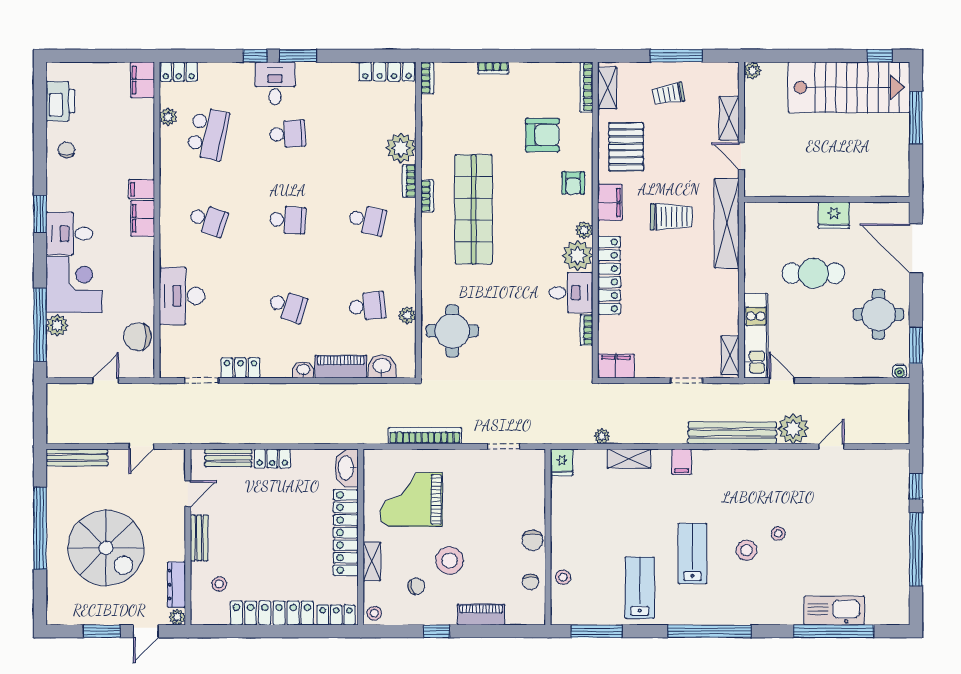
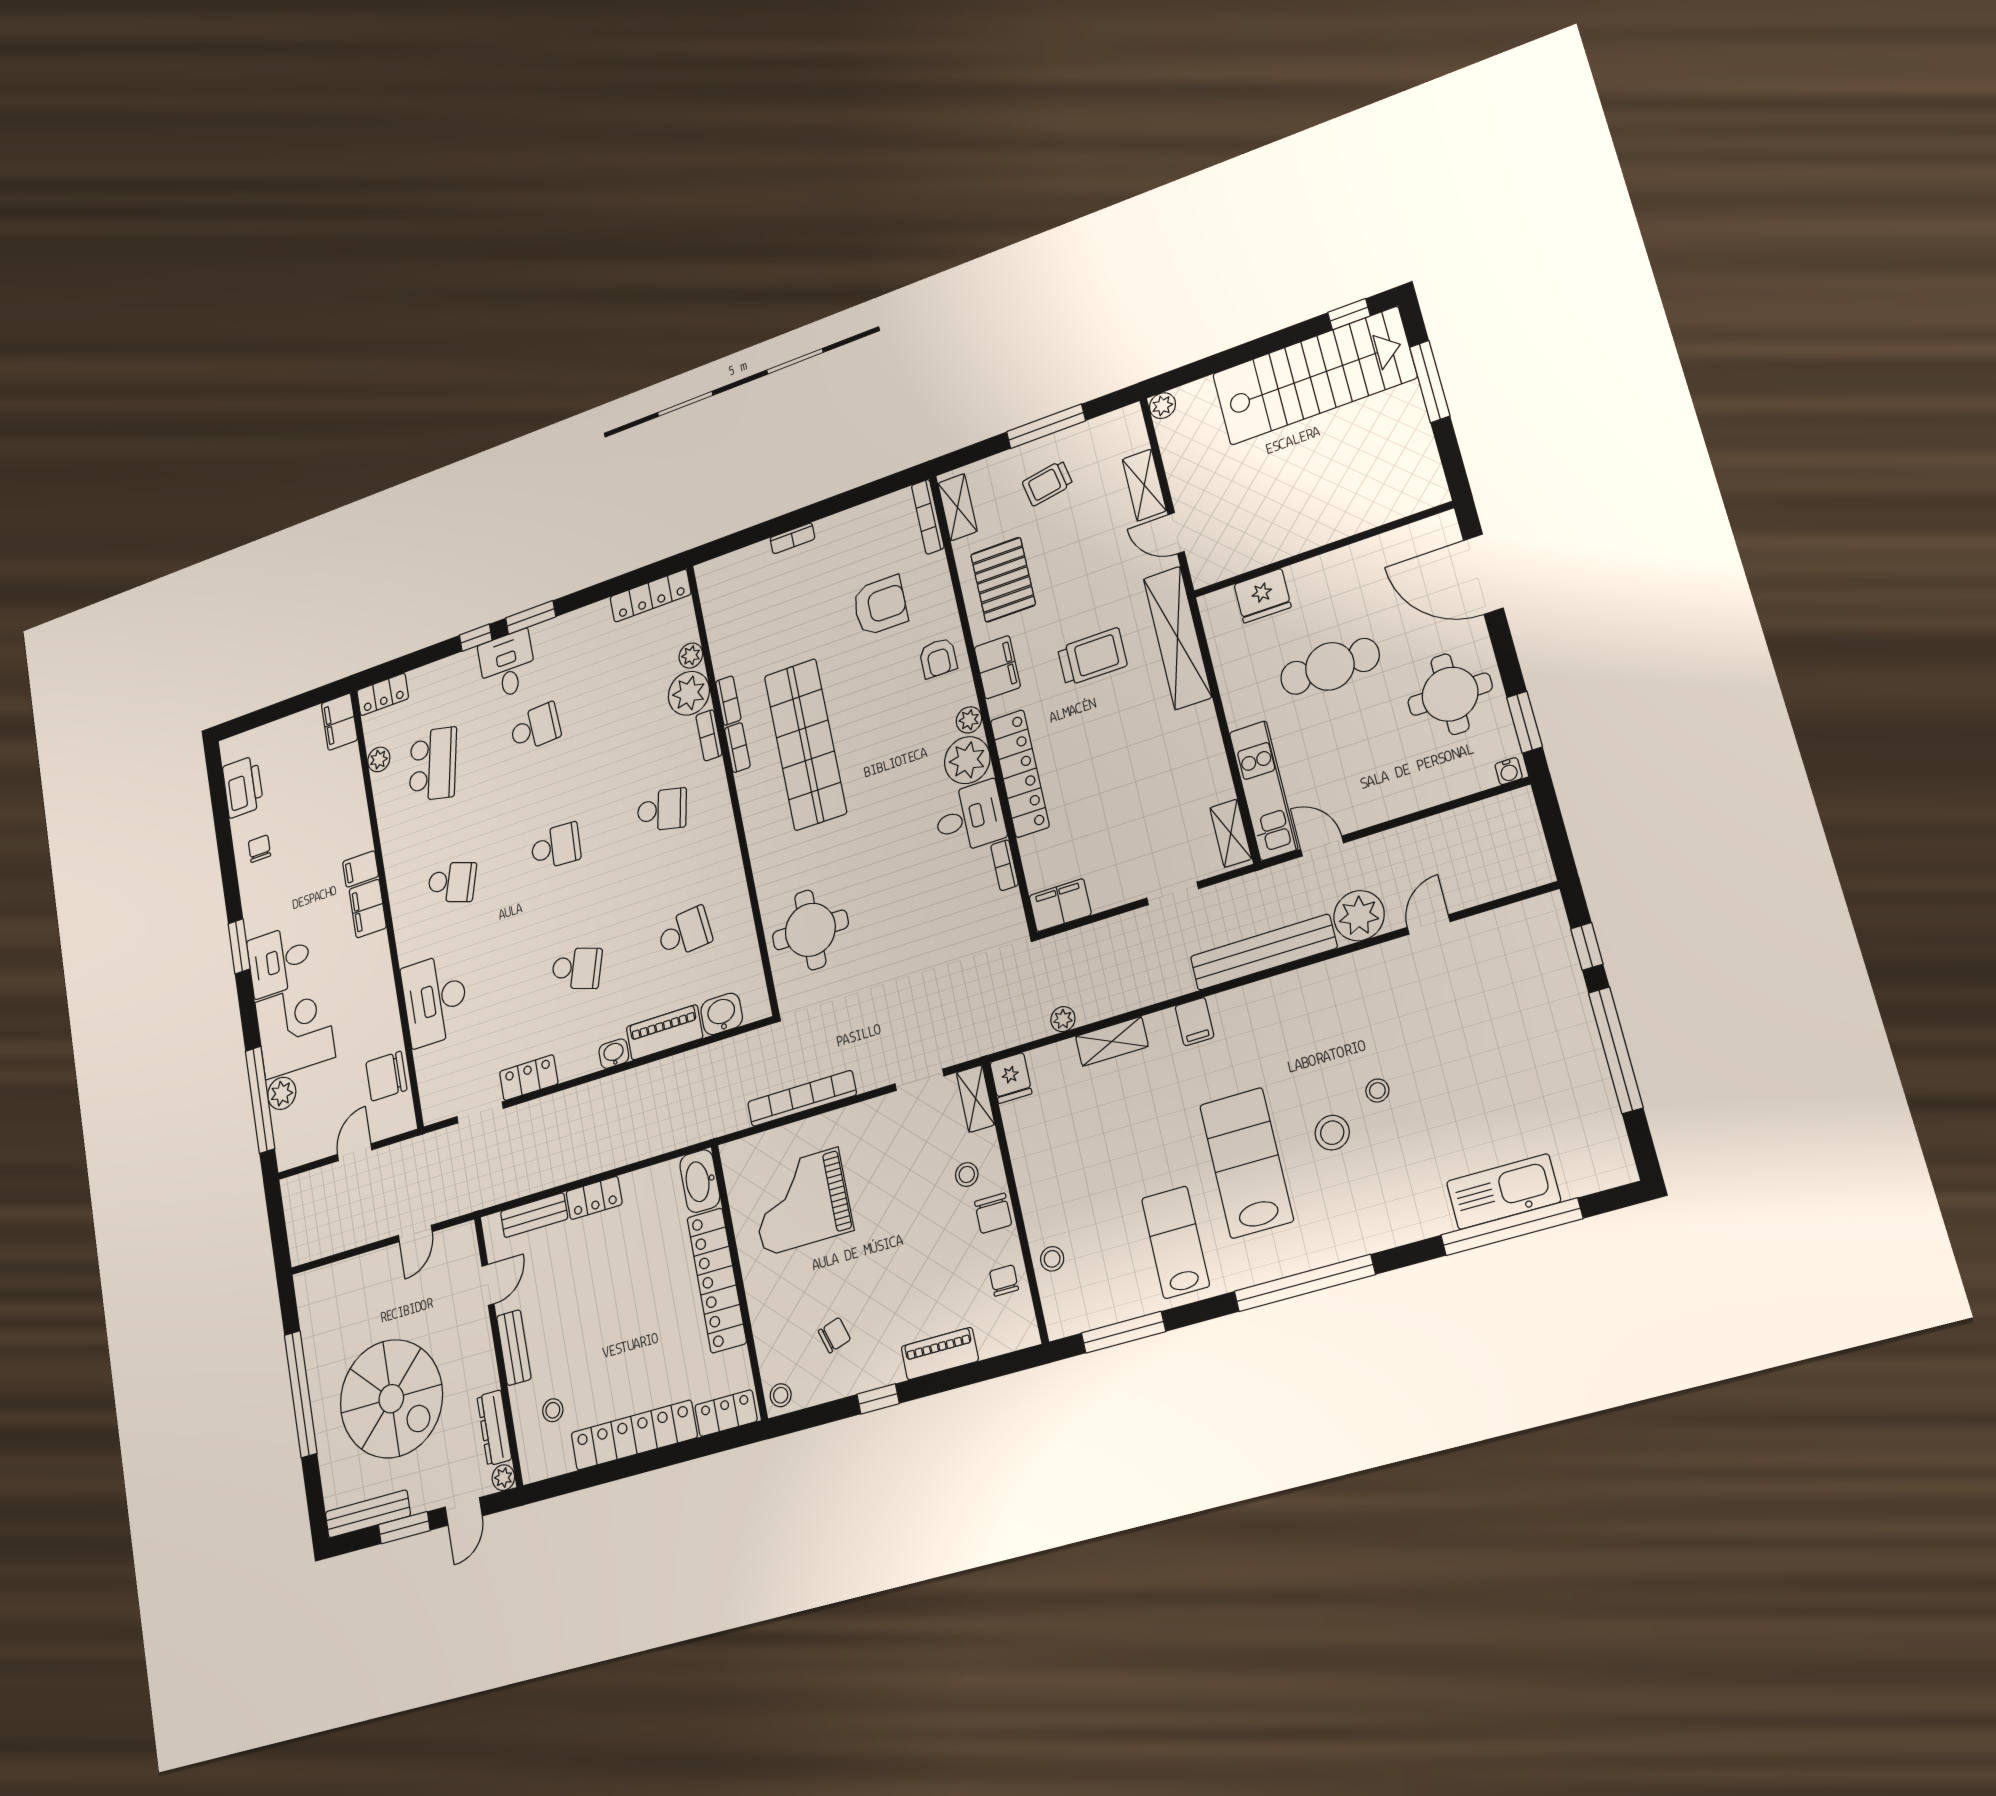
bookcase: (427, 78) -> (728, 701), moved
fridge: (834, 215) -> (1263, 596), moved
plant: (407, 315) -> (691, 656), moved
bench: (77, 458) -> (368, 1514), moved
lab bench: (693, 553) -> (1247, 1163), width x1.36, depth x1.39
stool: (450, 561) -> (967, 1174), moved, width x0.53, depth x0.53
shelving: (372, 562) -> (976, 1099), moved
chair: (531, 582) -> (1004, 1281), turned 180

